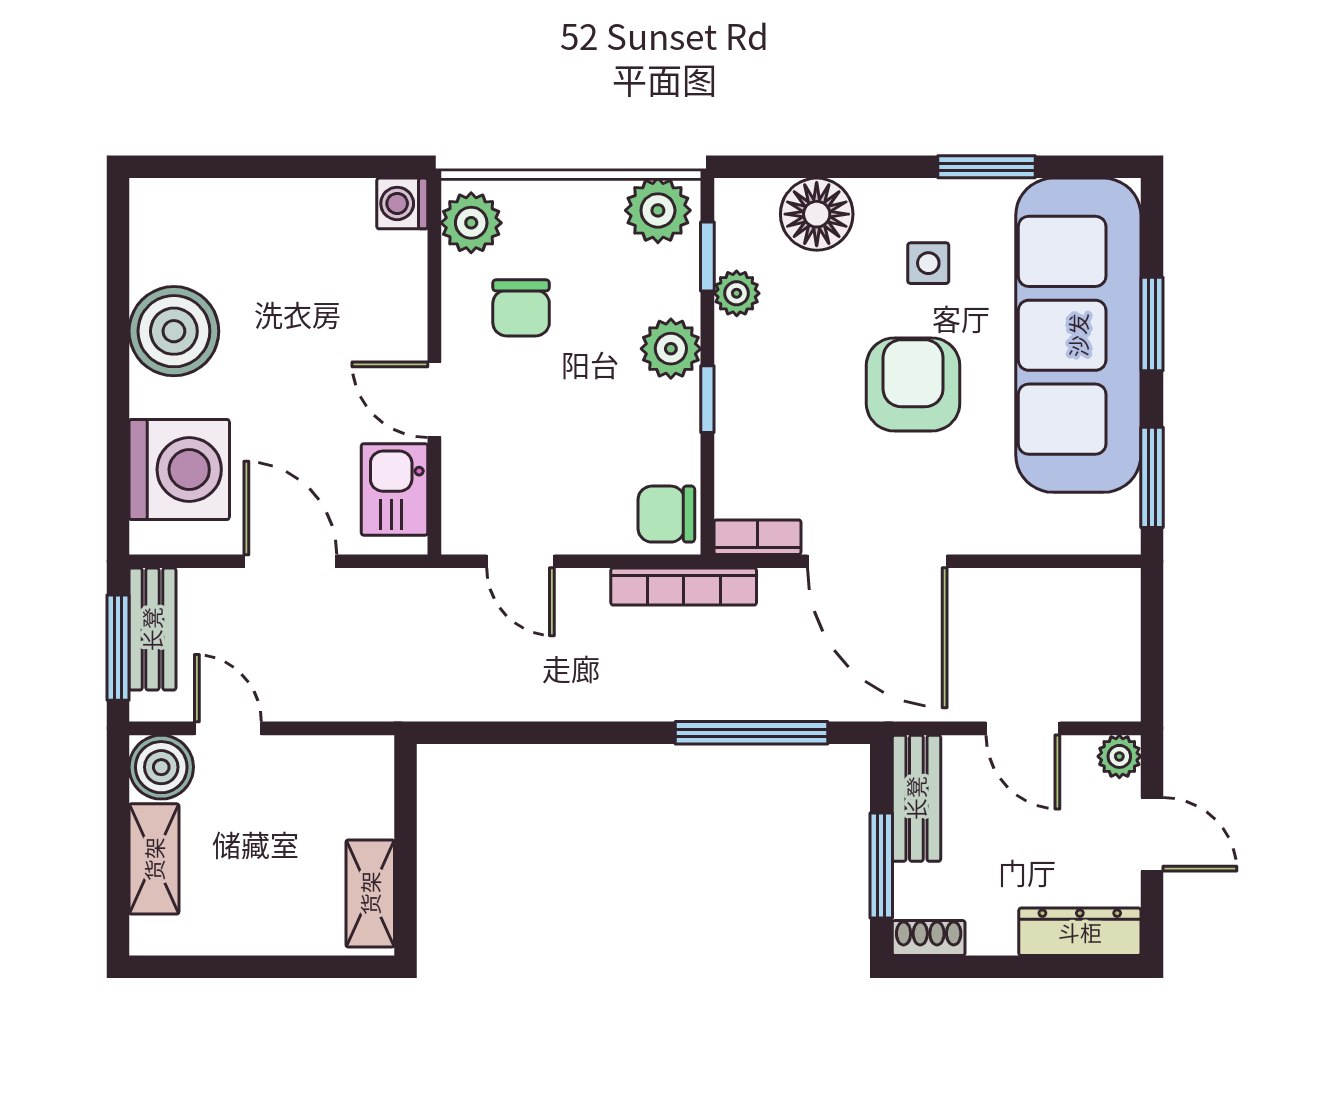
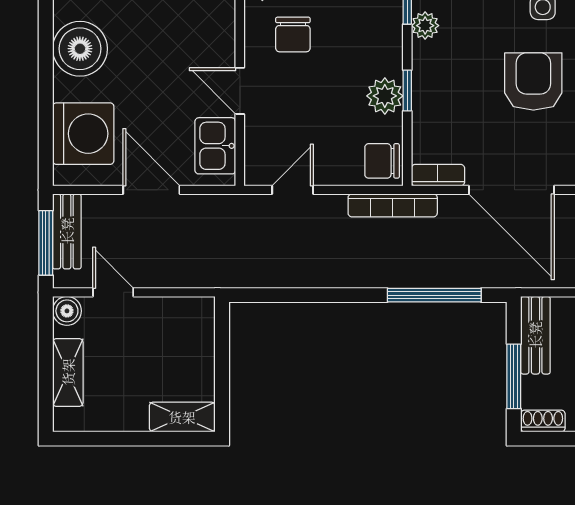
plant: (671, 349) -> (385, 96), moved
door: (520, 561) -> (293, 190), swing flipped
boiler: (161, 767) -> (67, 311), width x0.73, depth x0.73
shelving: (370, 893) -> (182, 417), moved, turned 90

